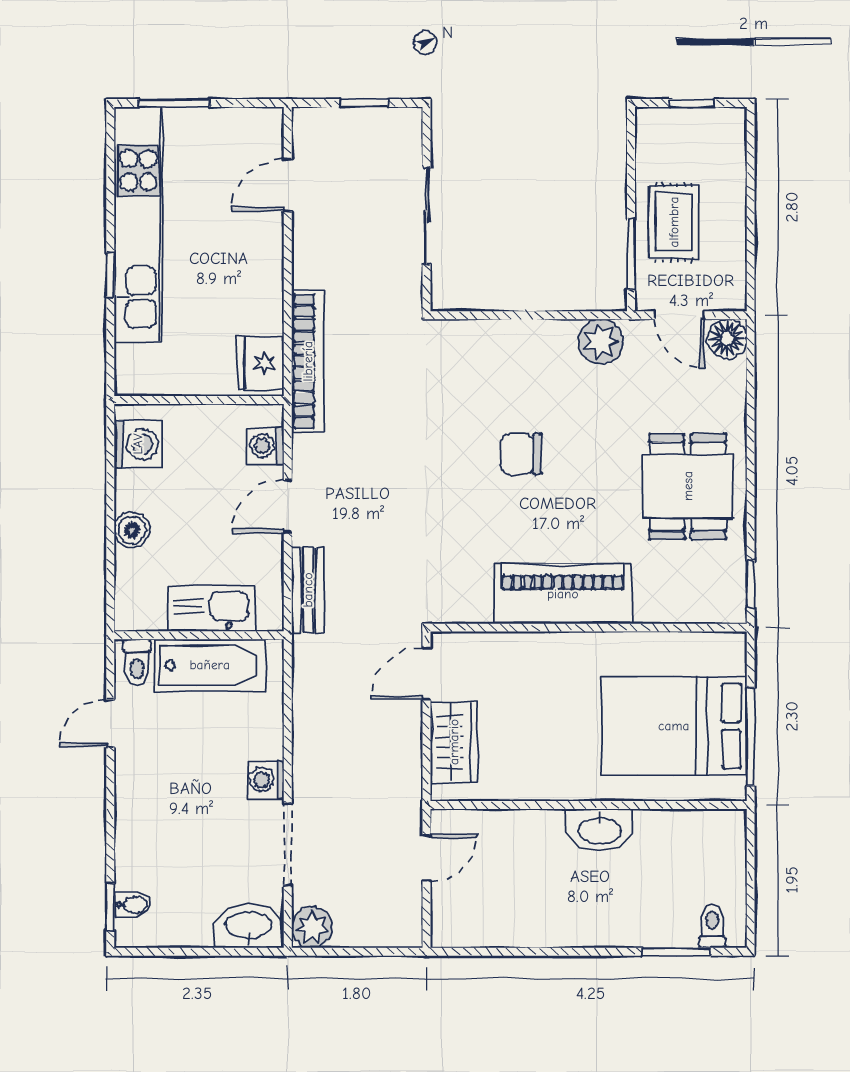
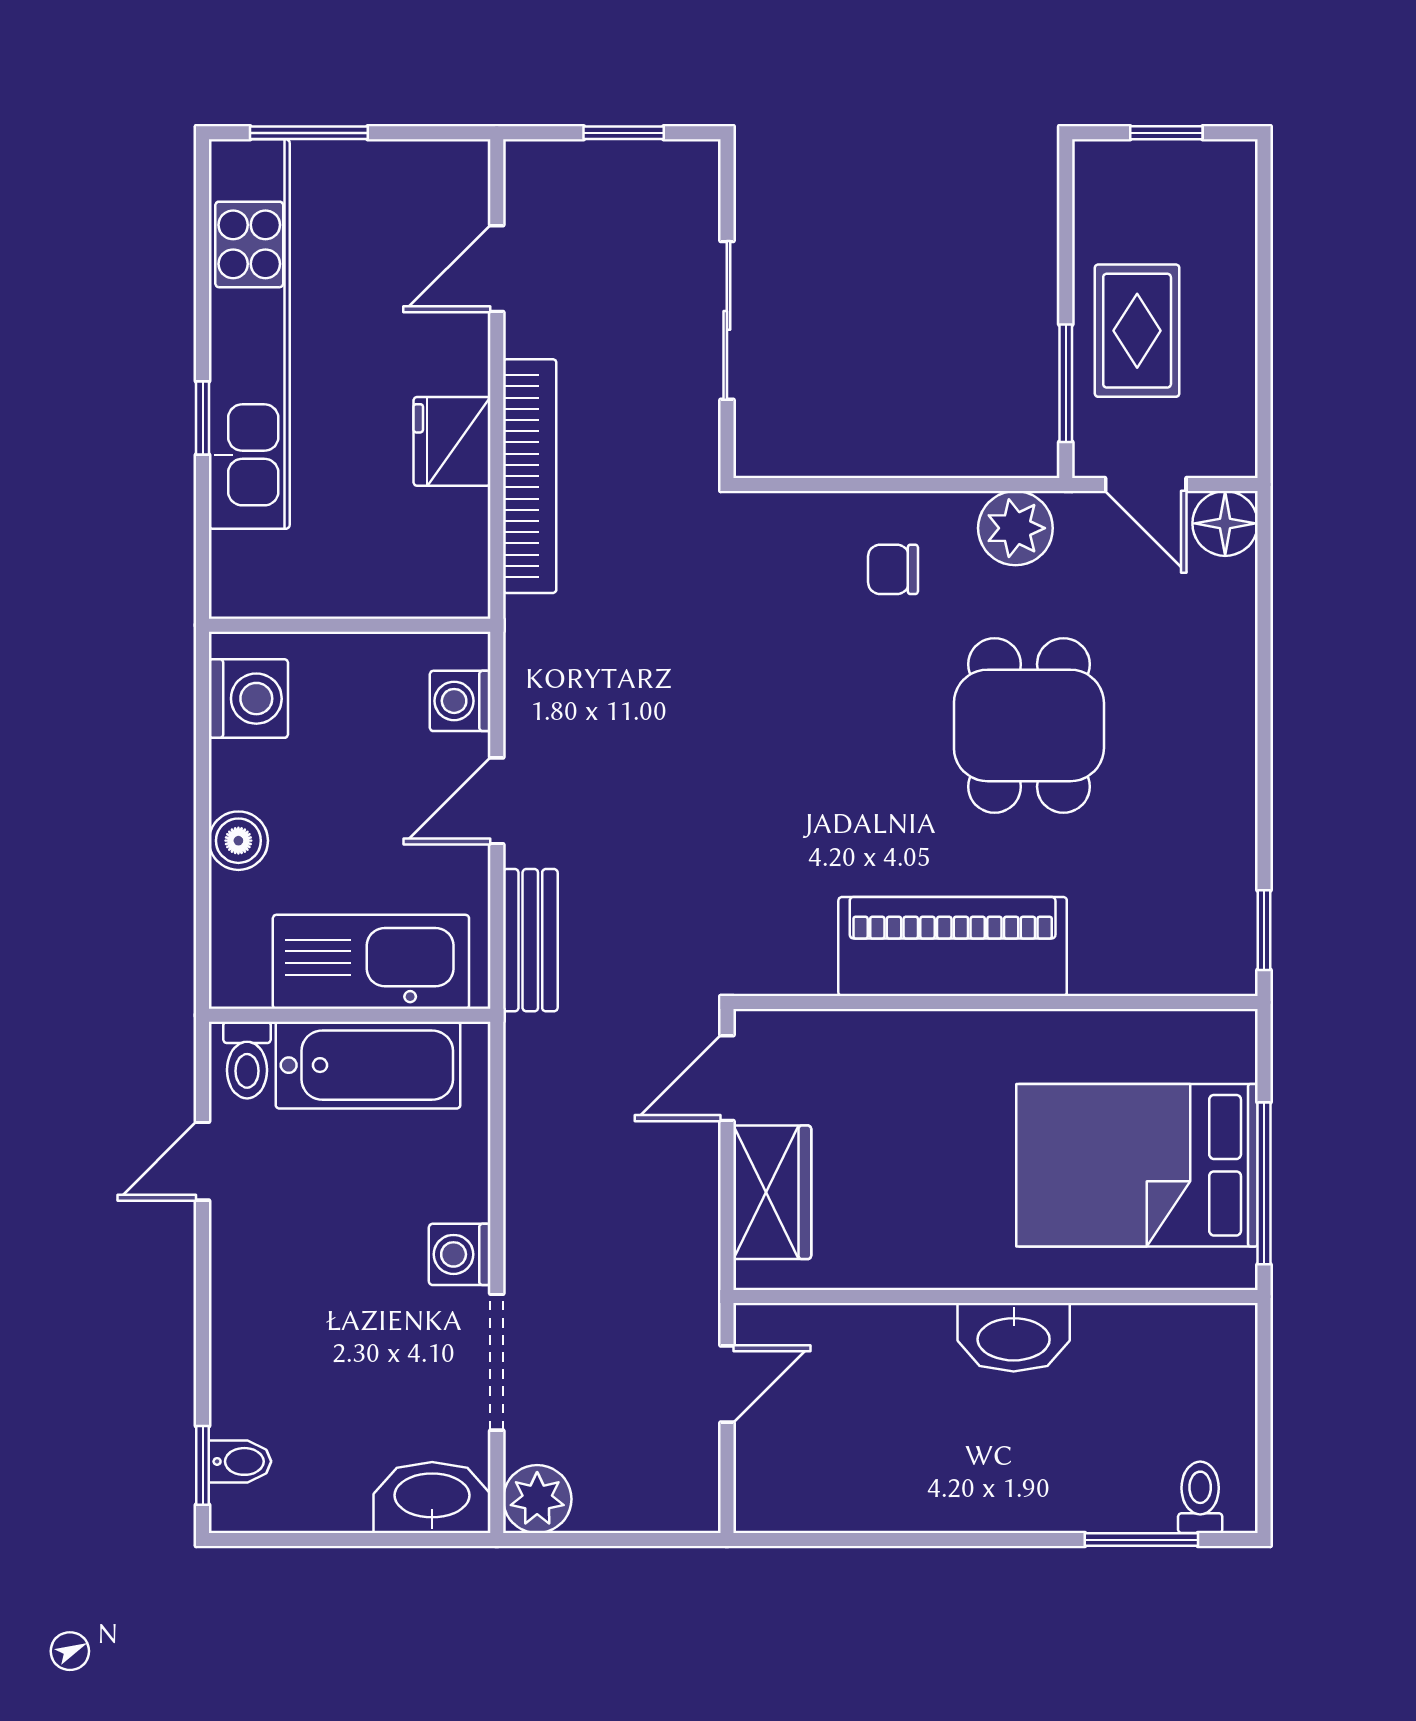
bookcase: (308, 361) -> (530, 476), moved
fridge: (261, 363) -> (452, 441), moved
chair: (521, 454) -> (893, 569), moved, width x0.73, depth x0.73
dining table: (688, 486) -> (1029, 725), moved
kitchen sink: (212, 609) -> (371, 962), width x1.36, depth x1.24

